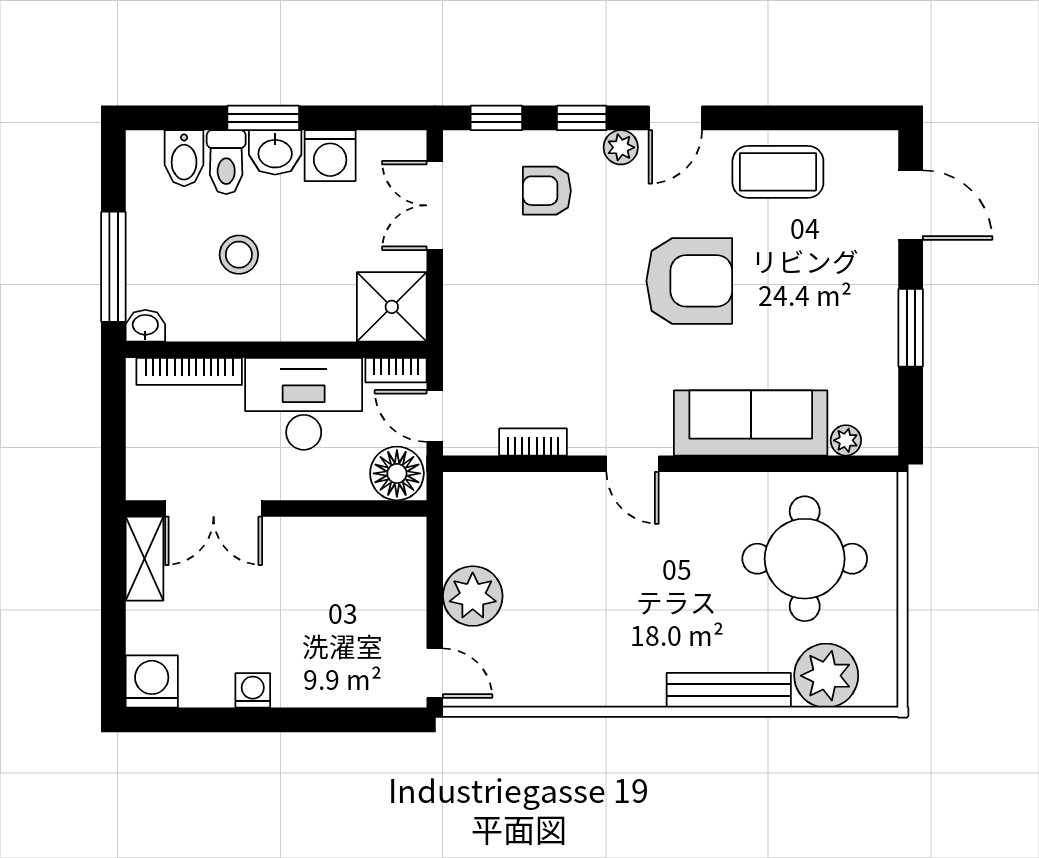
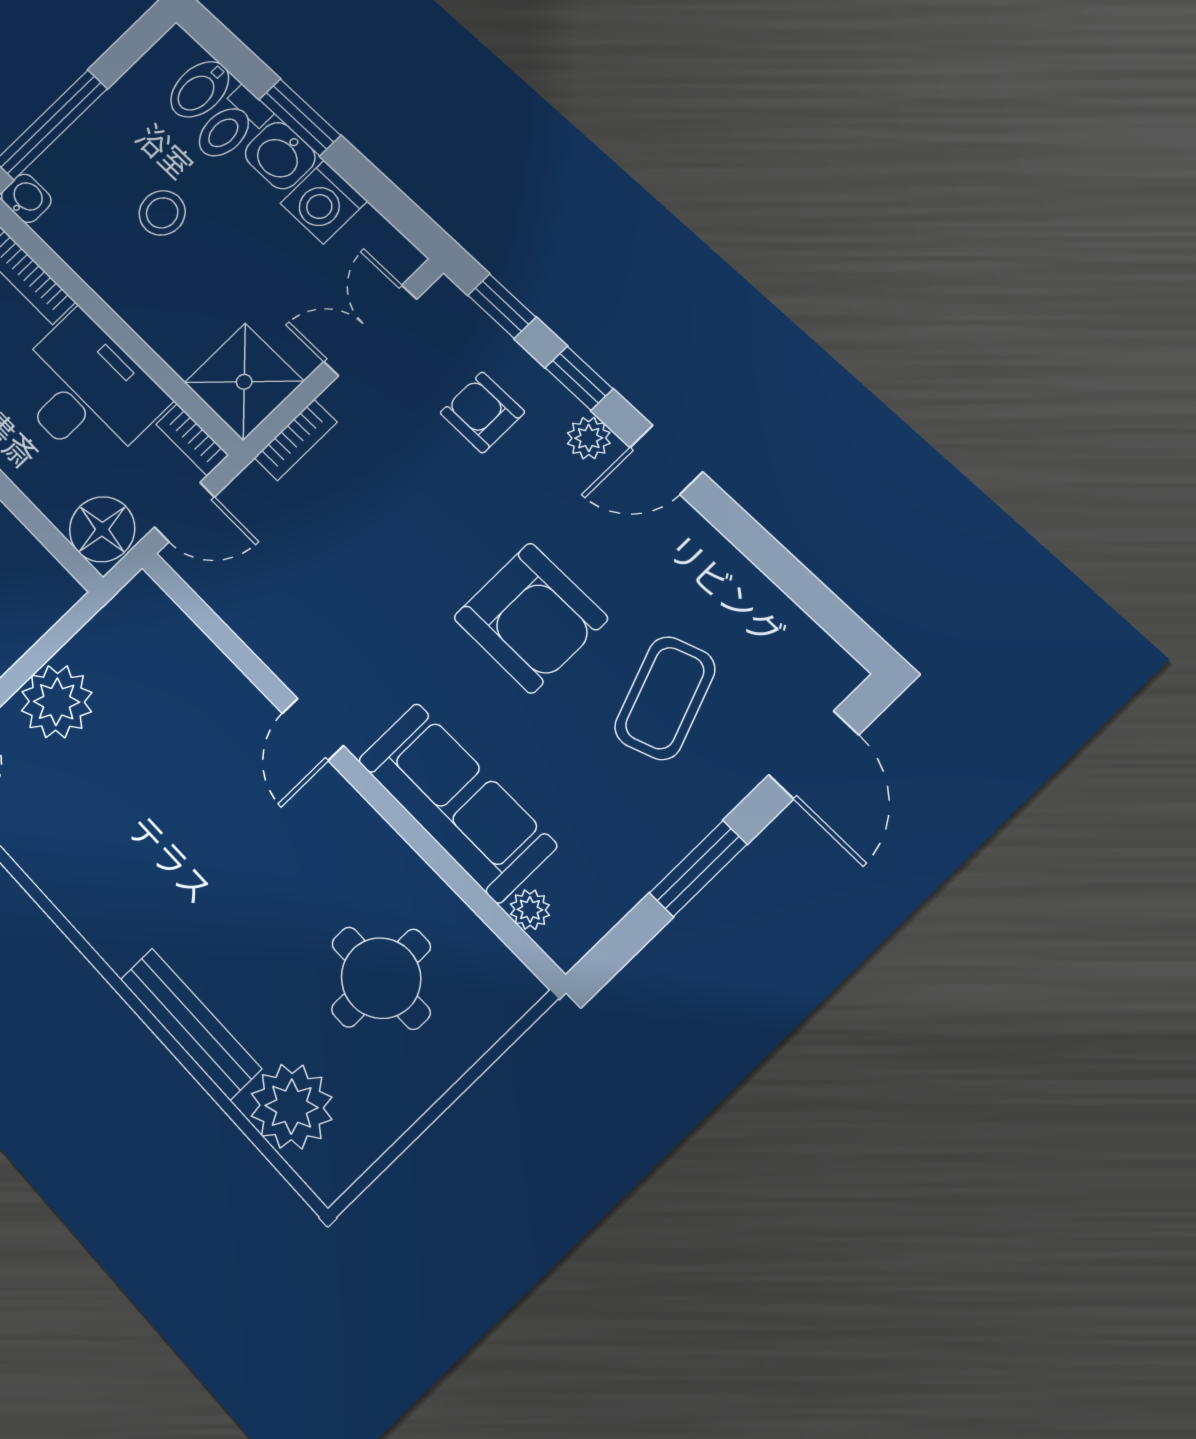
coffee table: (778, 172) -> (665, 698), moved, turned 70
door: (435, 416) -> (184, 512), swing flipped
bookcase: (533, 442) -> (296, 440), moved, turned 90
round table: (805, 559) -> (381, 978), width x0.73, depth x0.73

